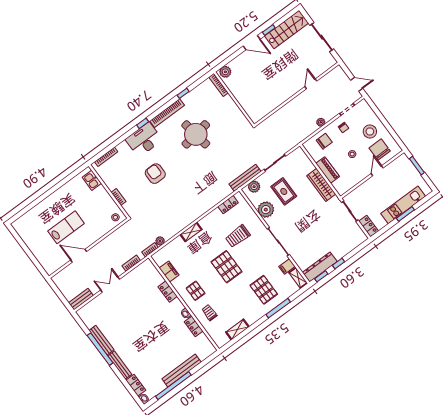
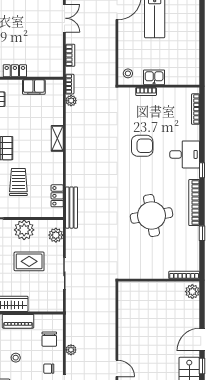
desk: (144, 140) -> (185, 154), width x0.73
bench: (245, 178) -> (72, 208), moved
kitchen sink: (92, 180) -> (154, 77), moved

